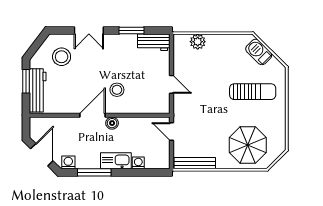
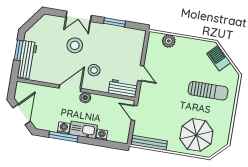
workbench: (154, 42) -> (123, 88), moved, turned 180
stool: (62, 57) -> (75, 45), moved
washing machine: (68, 162) -> (64, 128), moved

